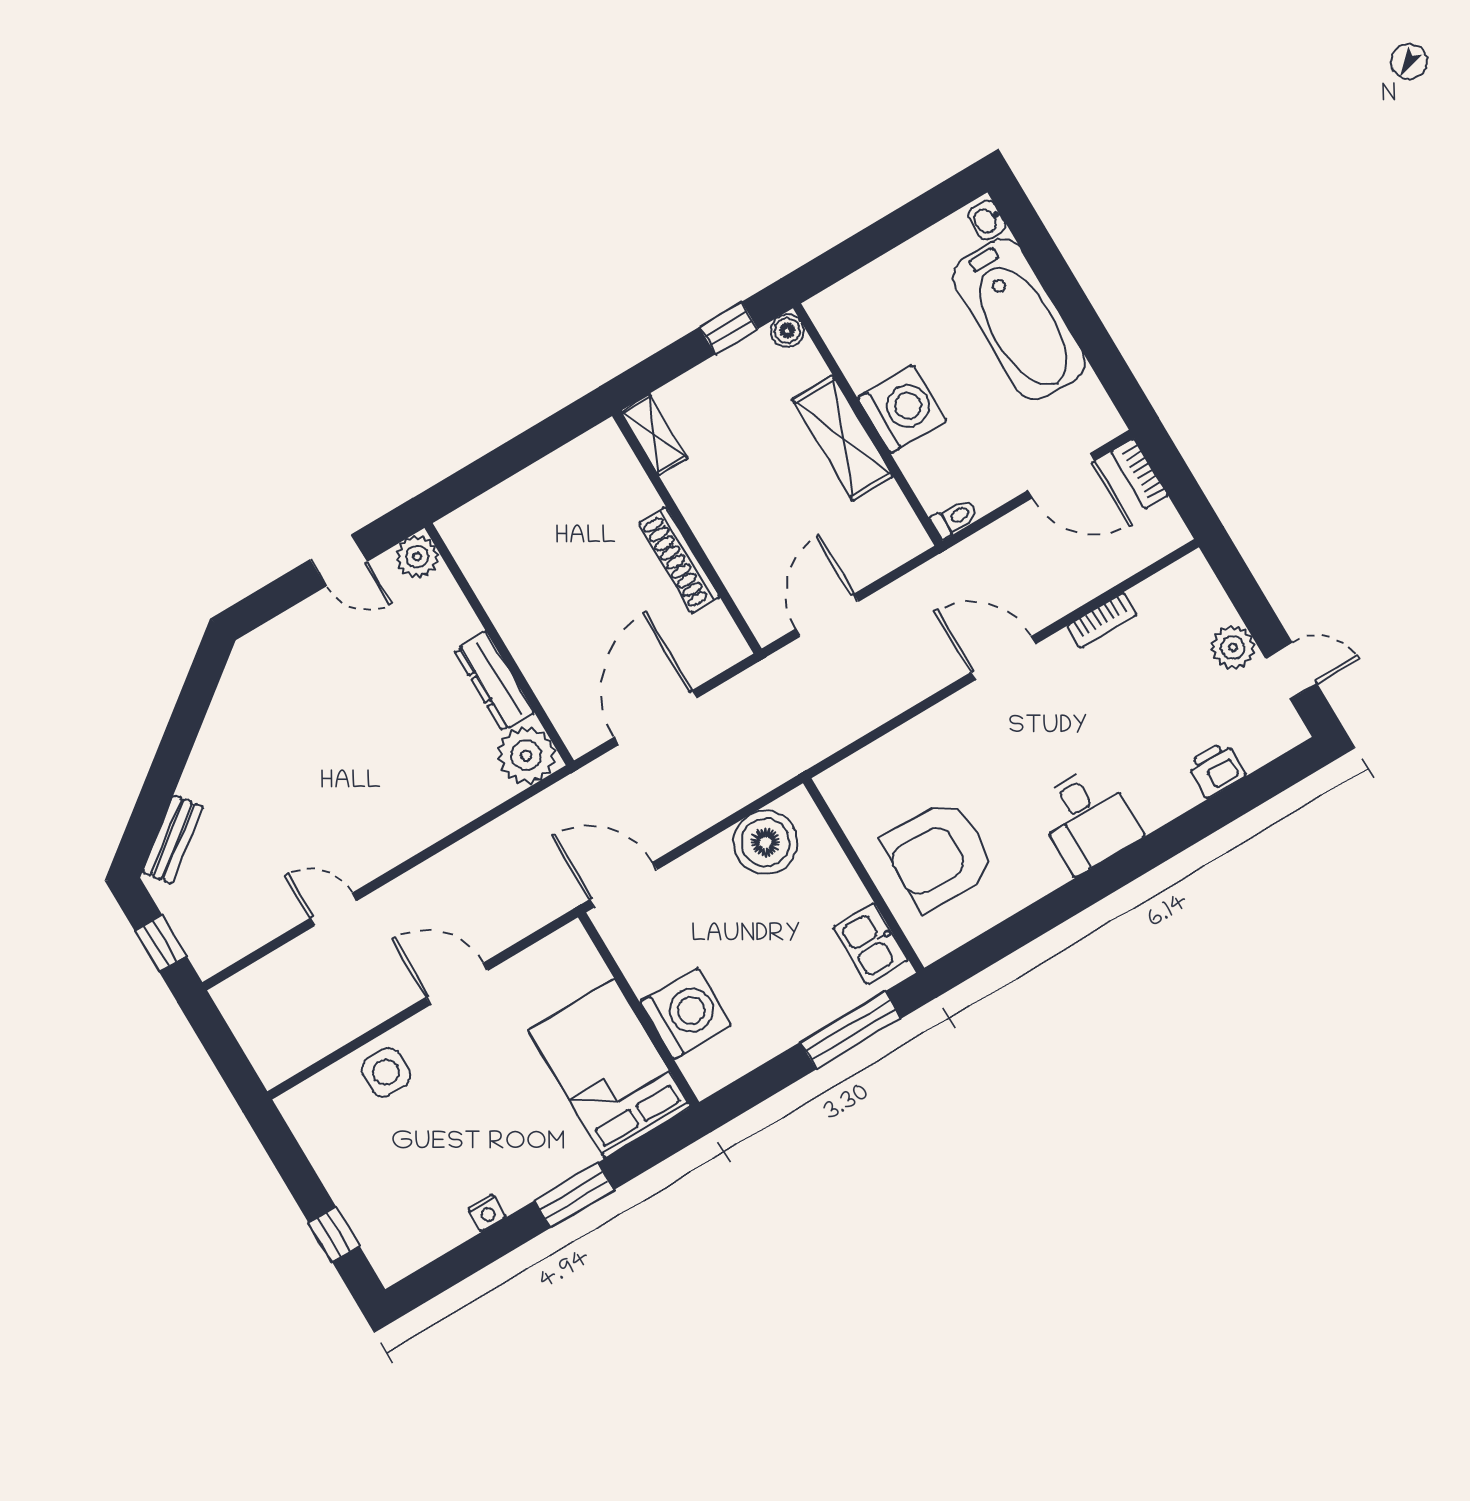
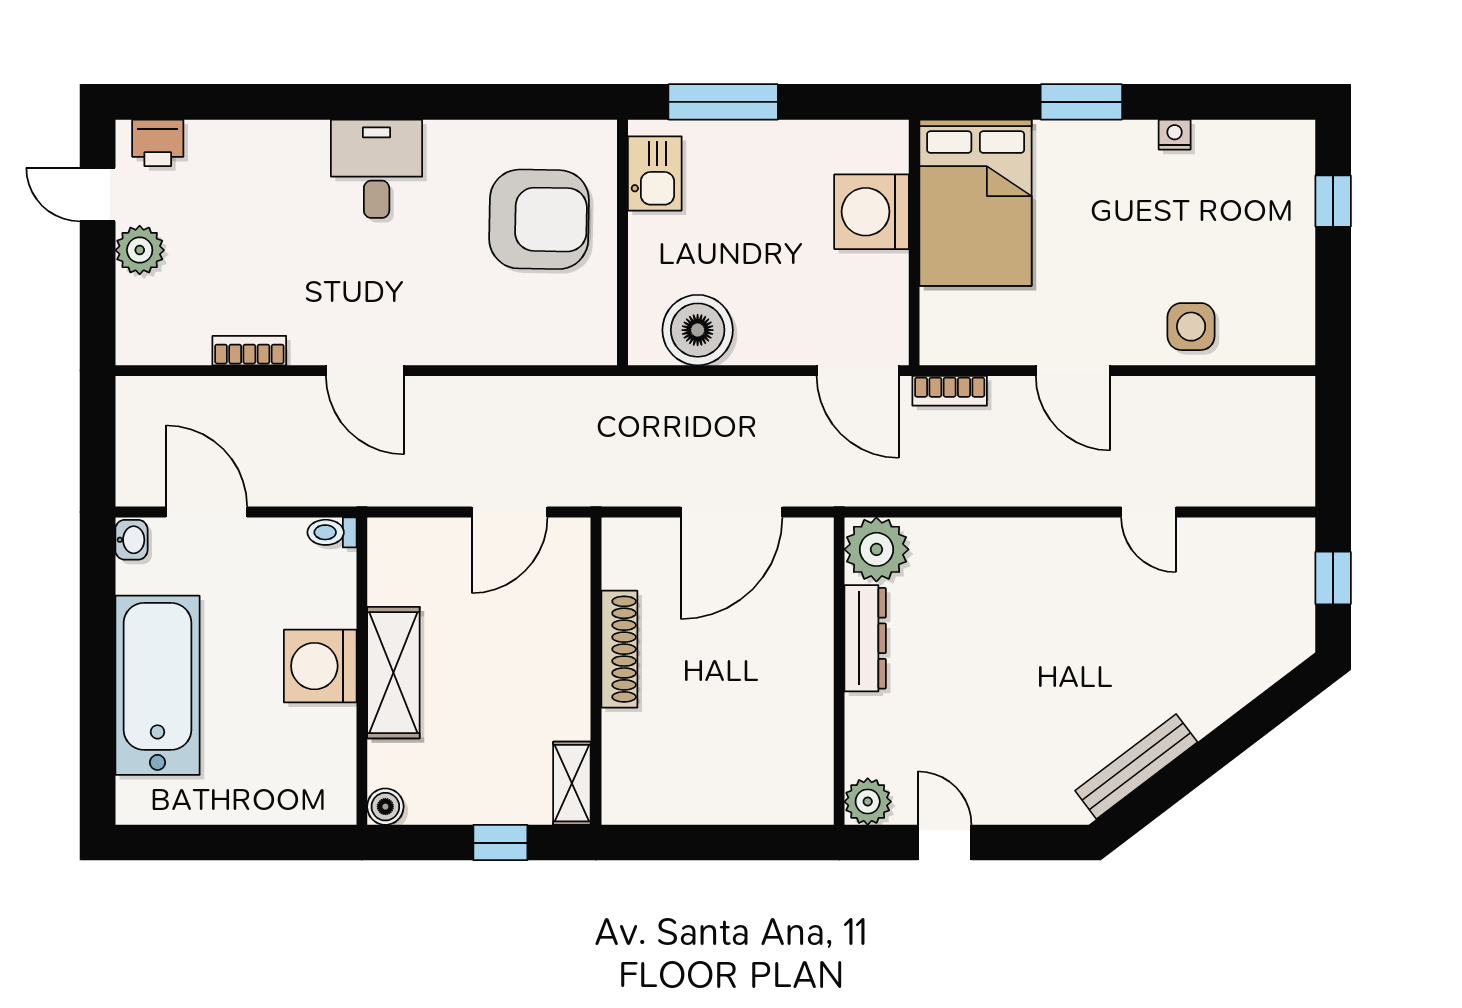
washbasin: (987, 220) -> (131, 540), moved
window: (729, 328) -> (500, 843), moved
bookcase: (1139, 474) -> (950, 391), moved, turned 90
printer: (1216, 770) -> (158, 143), moved
bench: (173, 839) -> (1136, 766), moved, width x1.36

